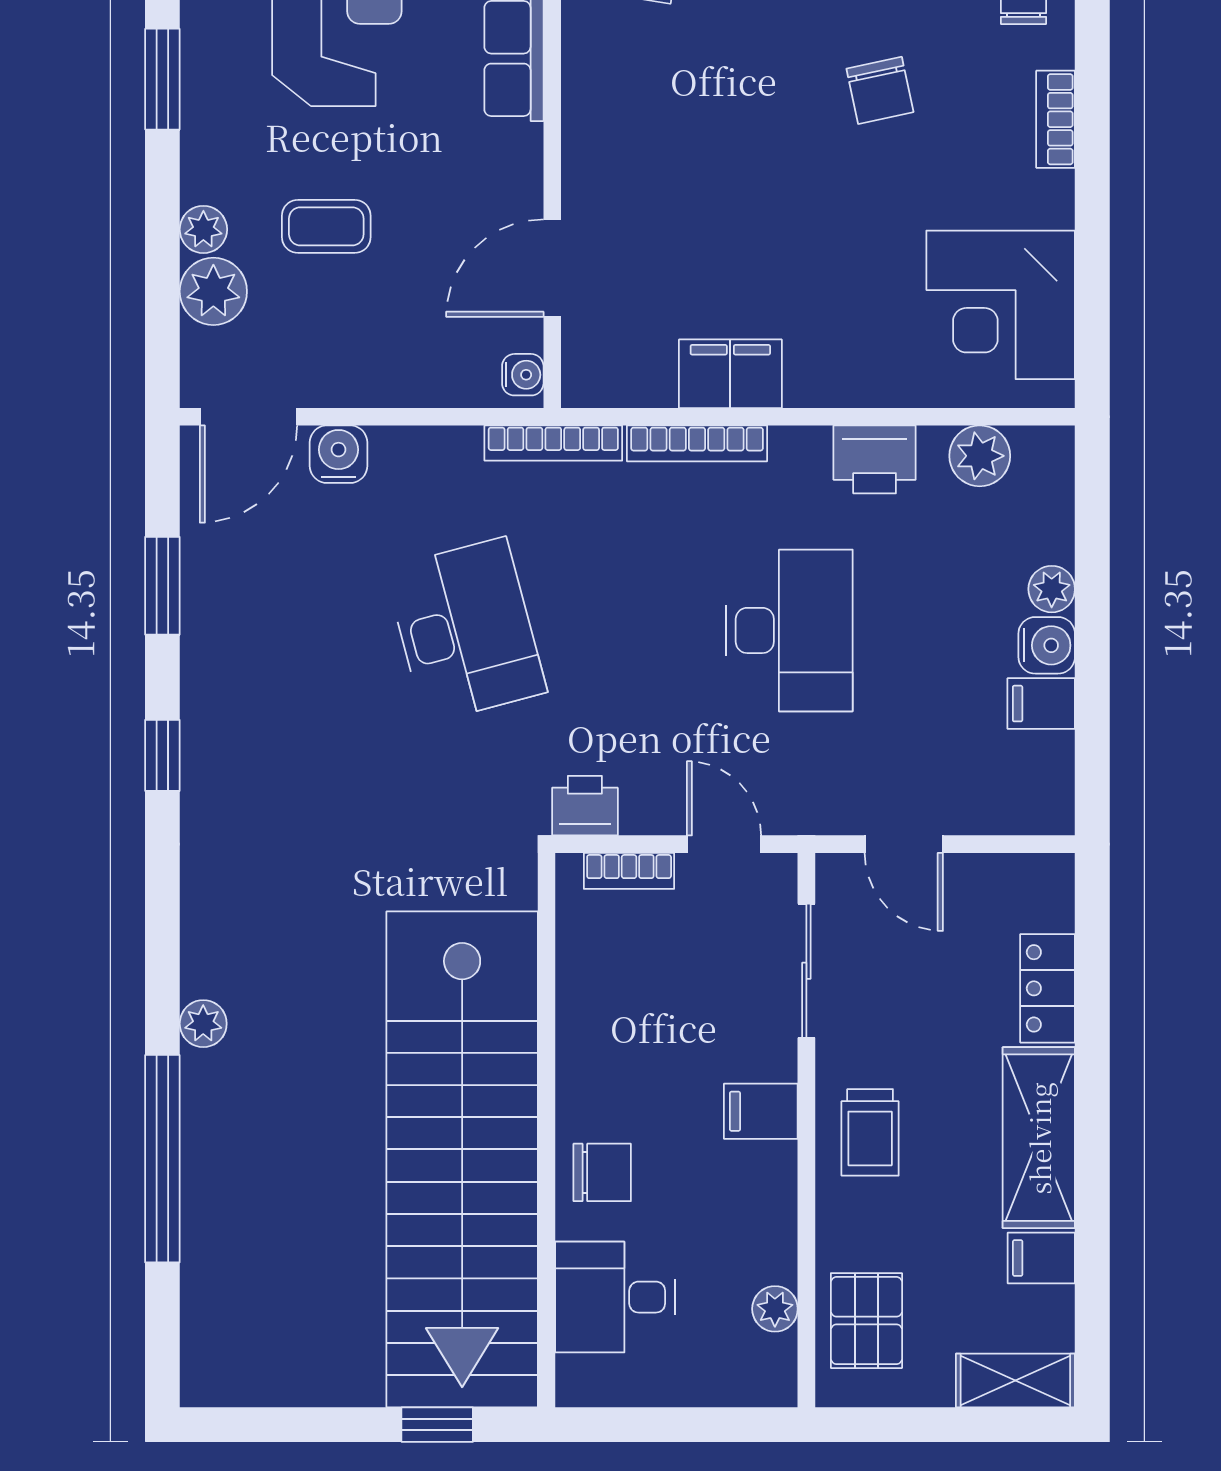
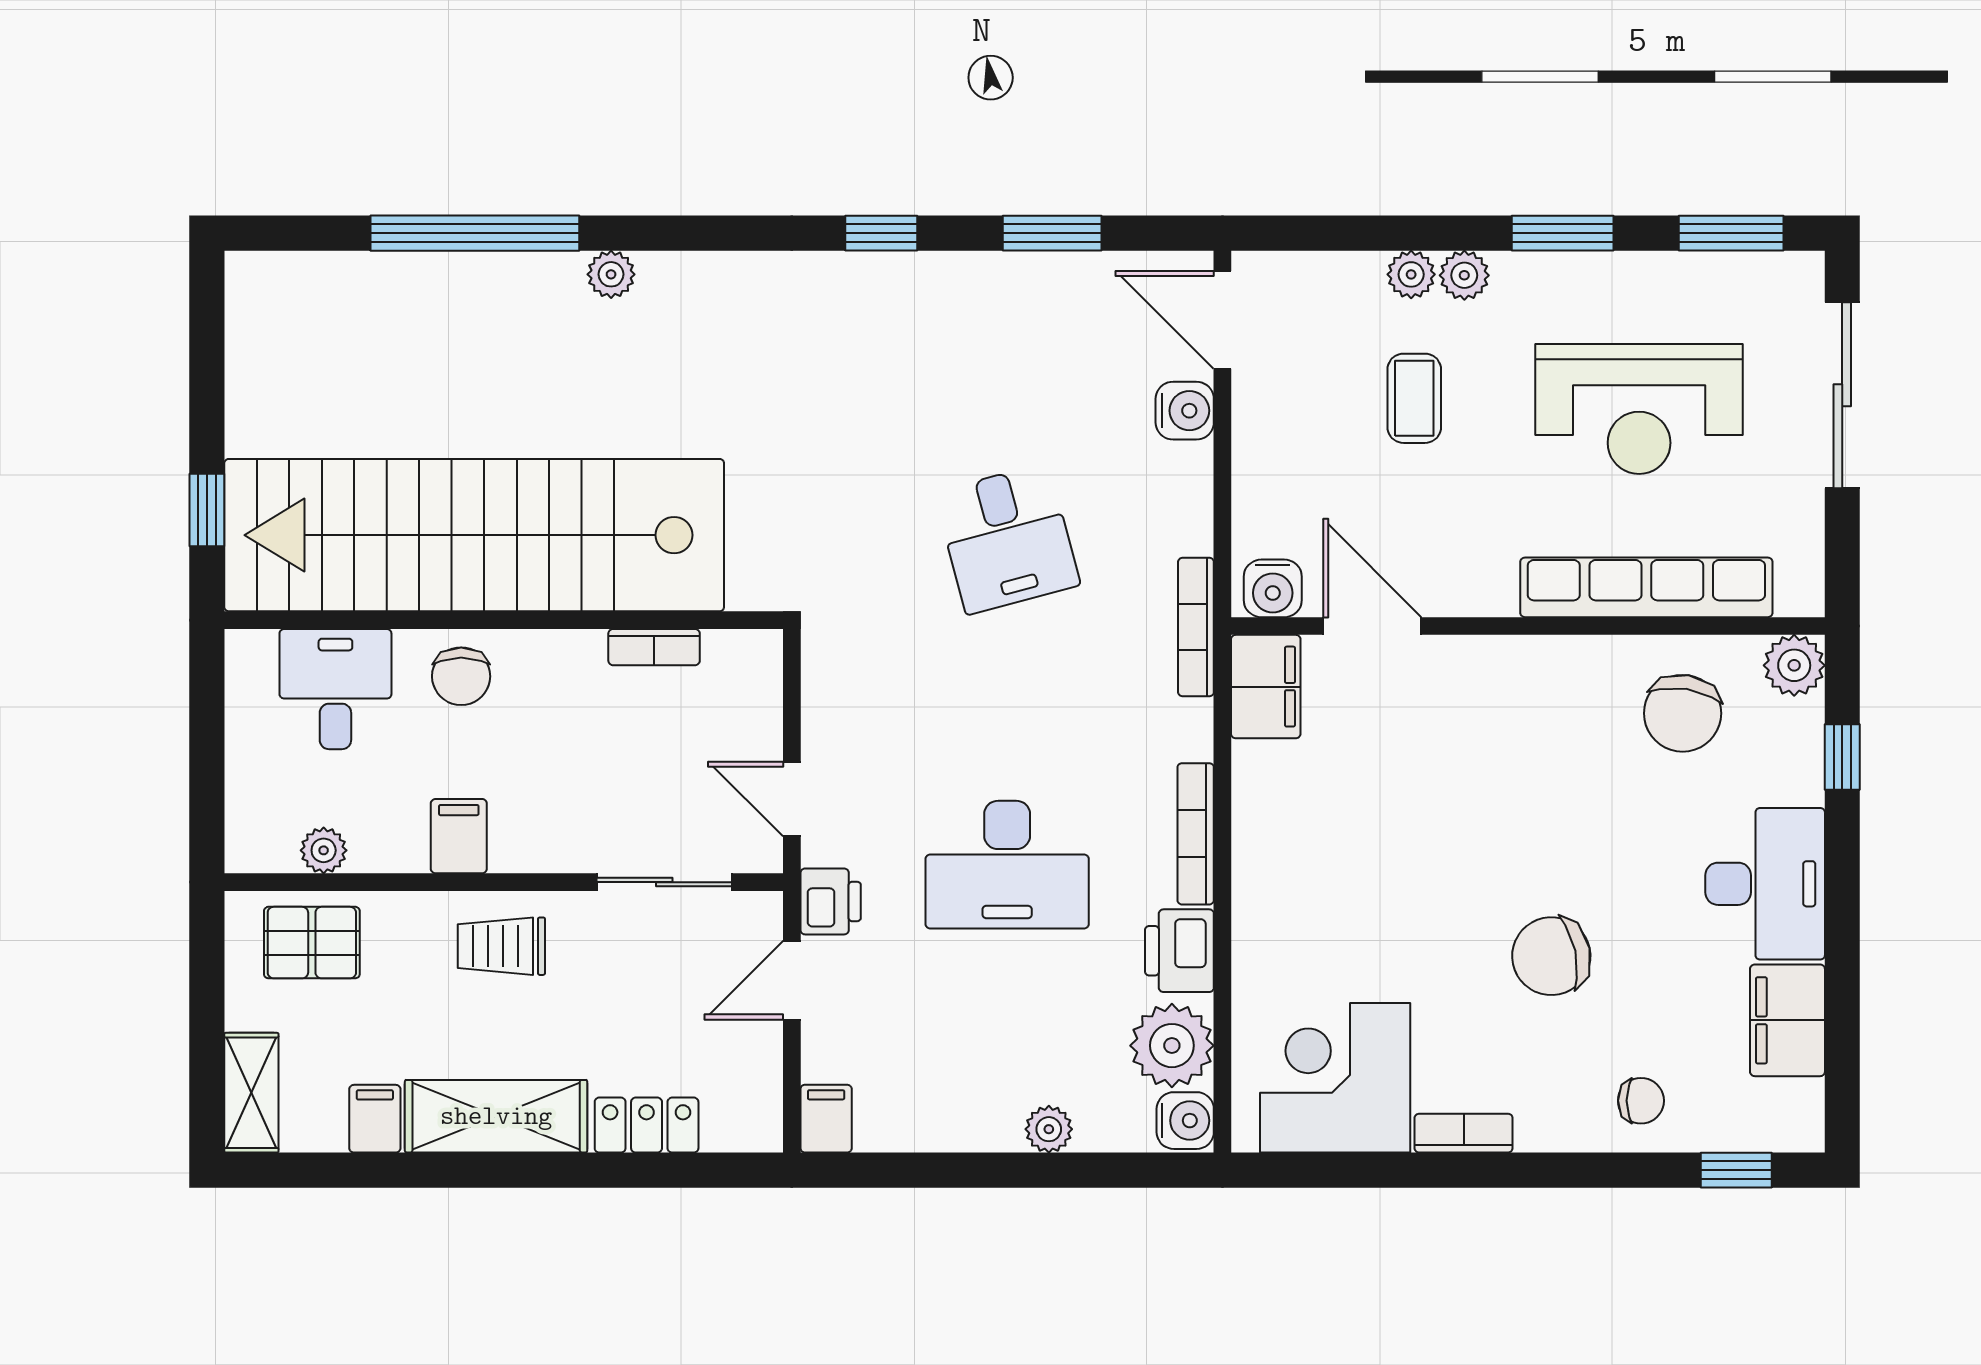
chair: (880, 90) -> (1551, 956), width x1.37, depth x1.37
bookcase: (1056, 119) -> (1464, 1133), moved
plant: (213, 291) -> (1464, 275), moved, width x0.73, depth x0.73
filing cabinet: (730, 374) -> (1266, 687), moved
water cooler: (523, 375) -> (1273, 588), width x1.38, depth x1.38
bookcase: (697, 443) -> (1196, 834), moved
plant: (980, 456) -> (1172, 1046), width x1.36, depth x1.36
desk: (466, 630) -> (1007, 539), width x0.73
water cooler: (1047, 645) -> (1185, 1121), moved, turned -90
filing cabinet: (1041, 704) -> (826, 1119), moved
printer: (585, 806) -> (831, 901), moved
door: (724, 844) -> (792, 799), swing flipped
bookcase: (629, 871) -> (654, 647), moved, turned -90
filing cabinet: (761, 1111) -> (459, 836), moved

